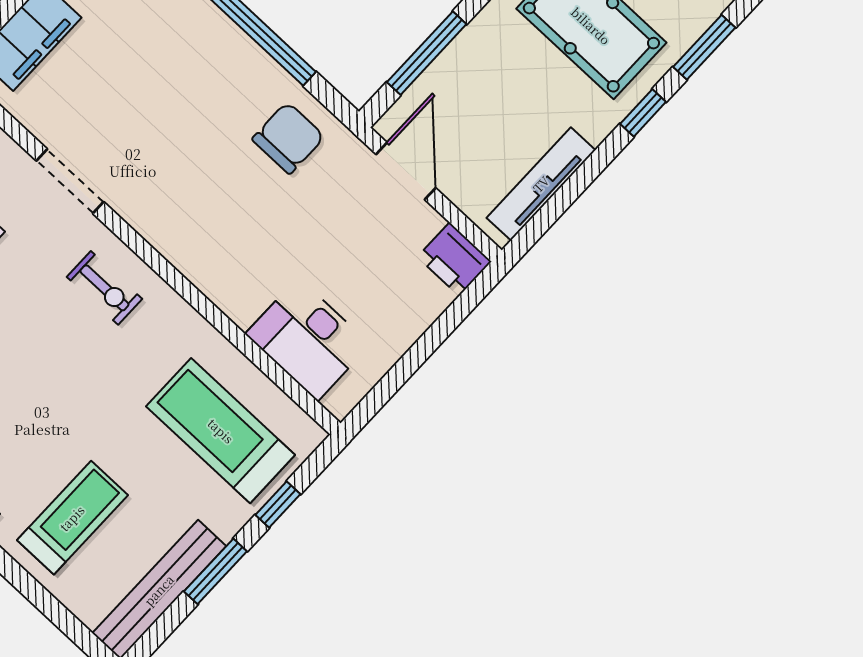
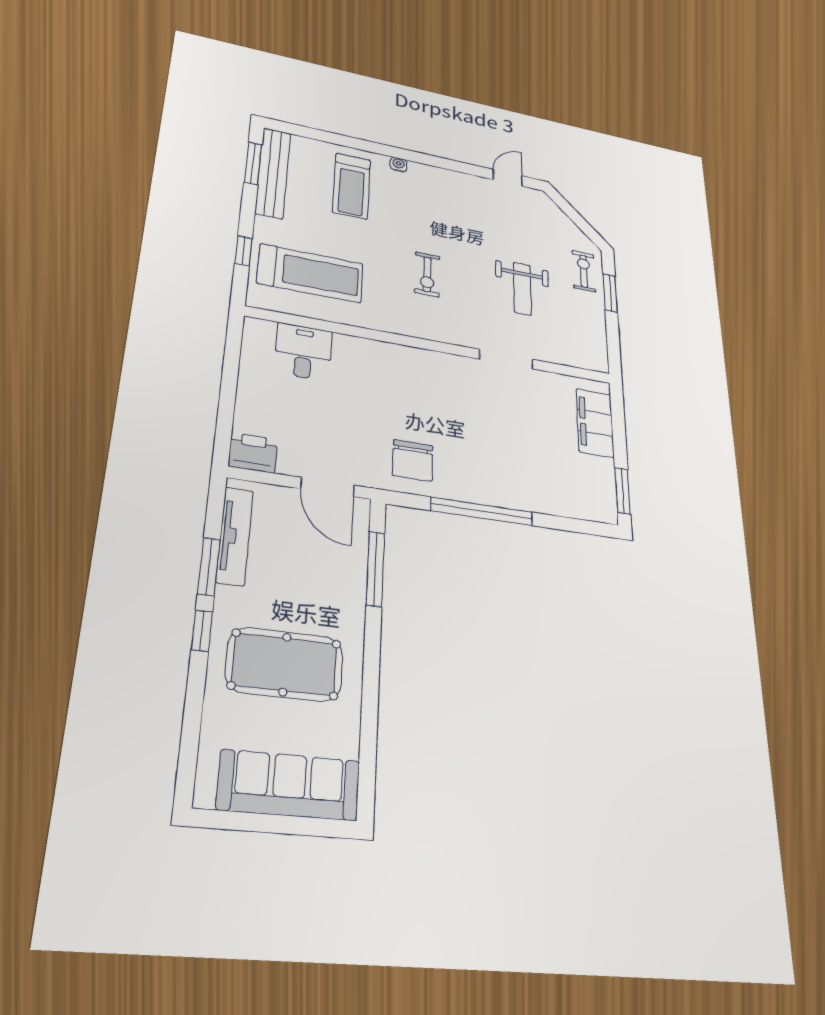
window: (704, 47) -> (209, 567), moved
exercise bike: (104, 288) -> (427, 274), moved, turned -90
desk: (308, 339) -> (303, 352), width x0.73
window: (215, 571) -> (253, 163), moved

